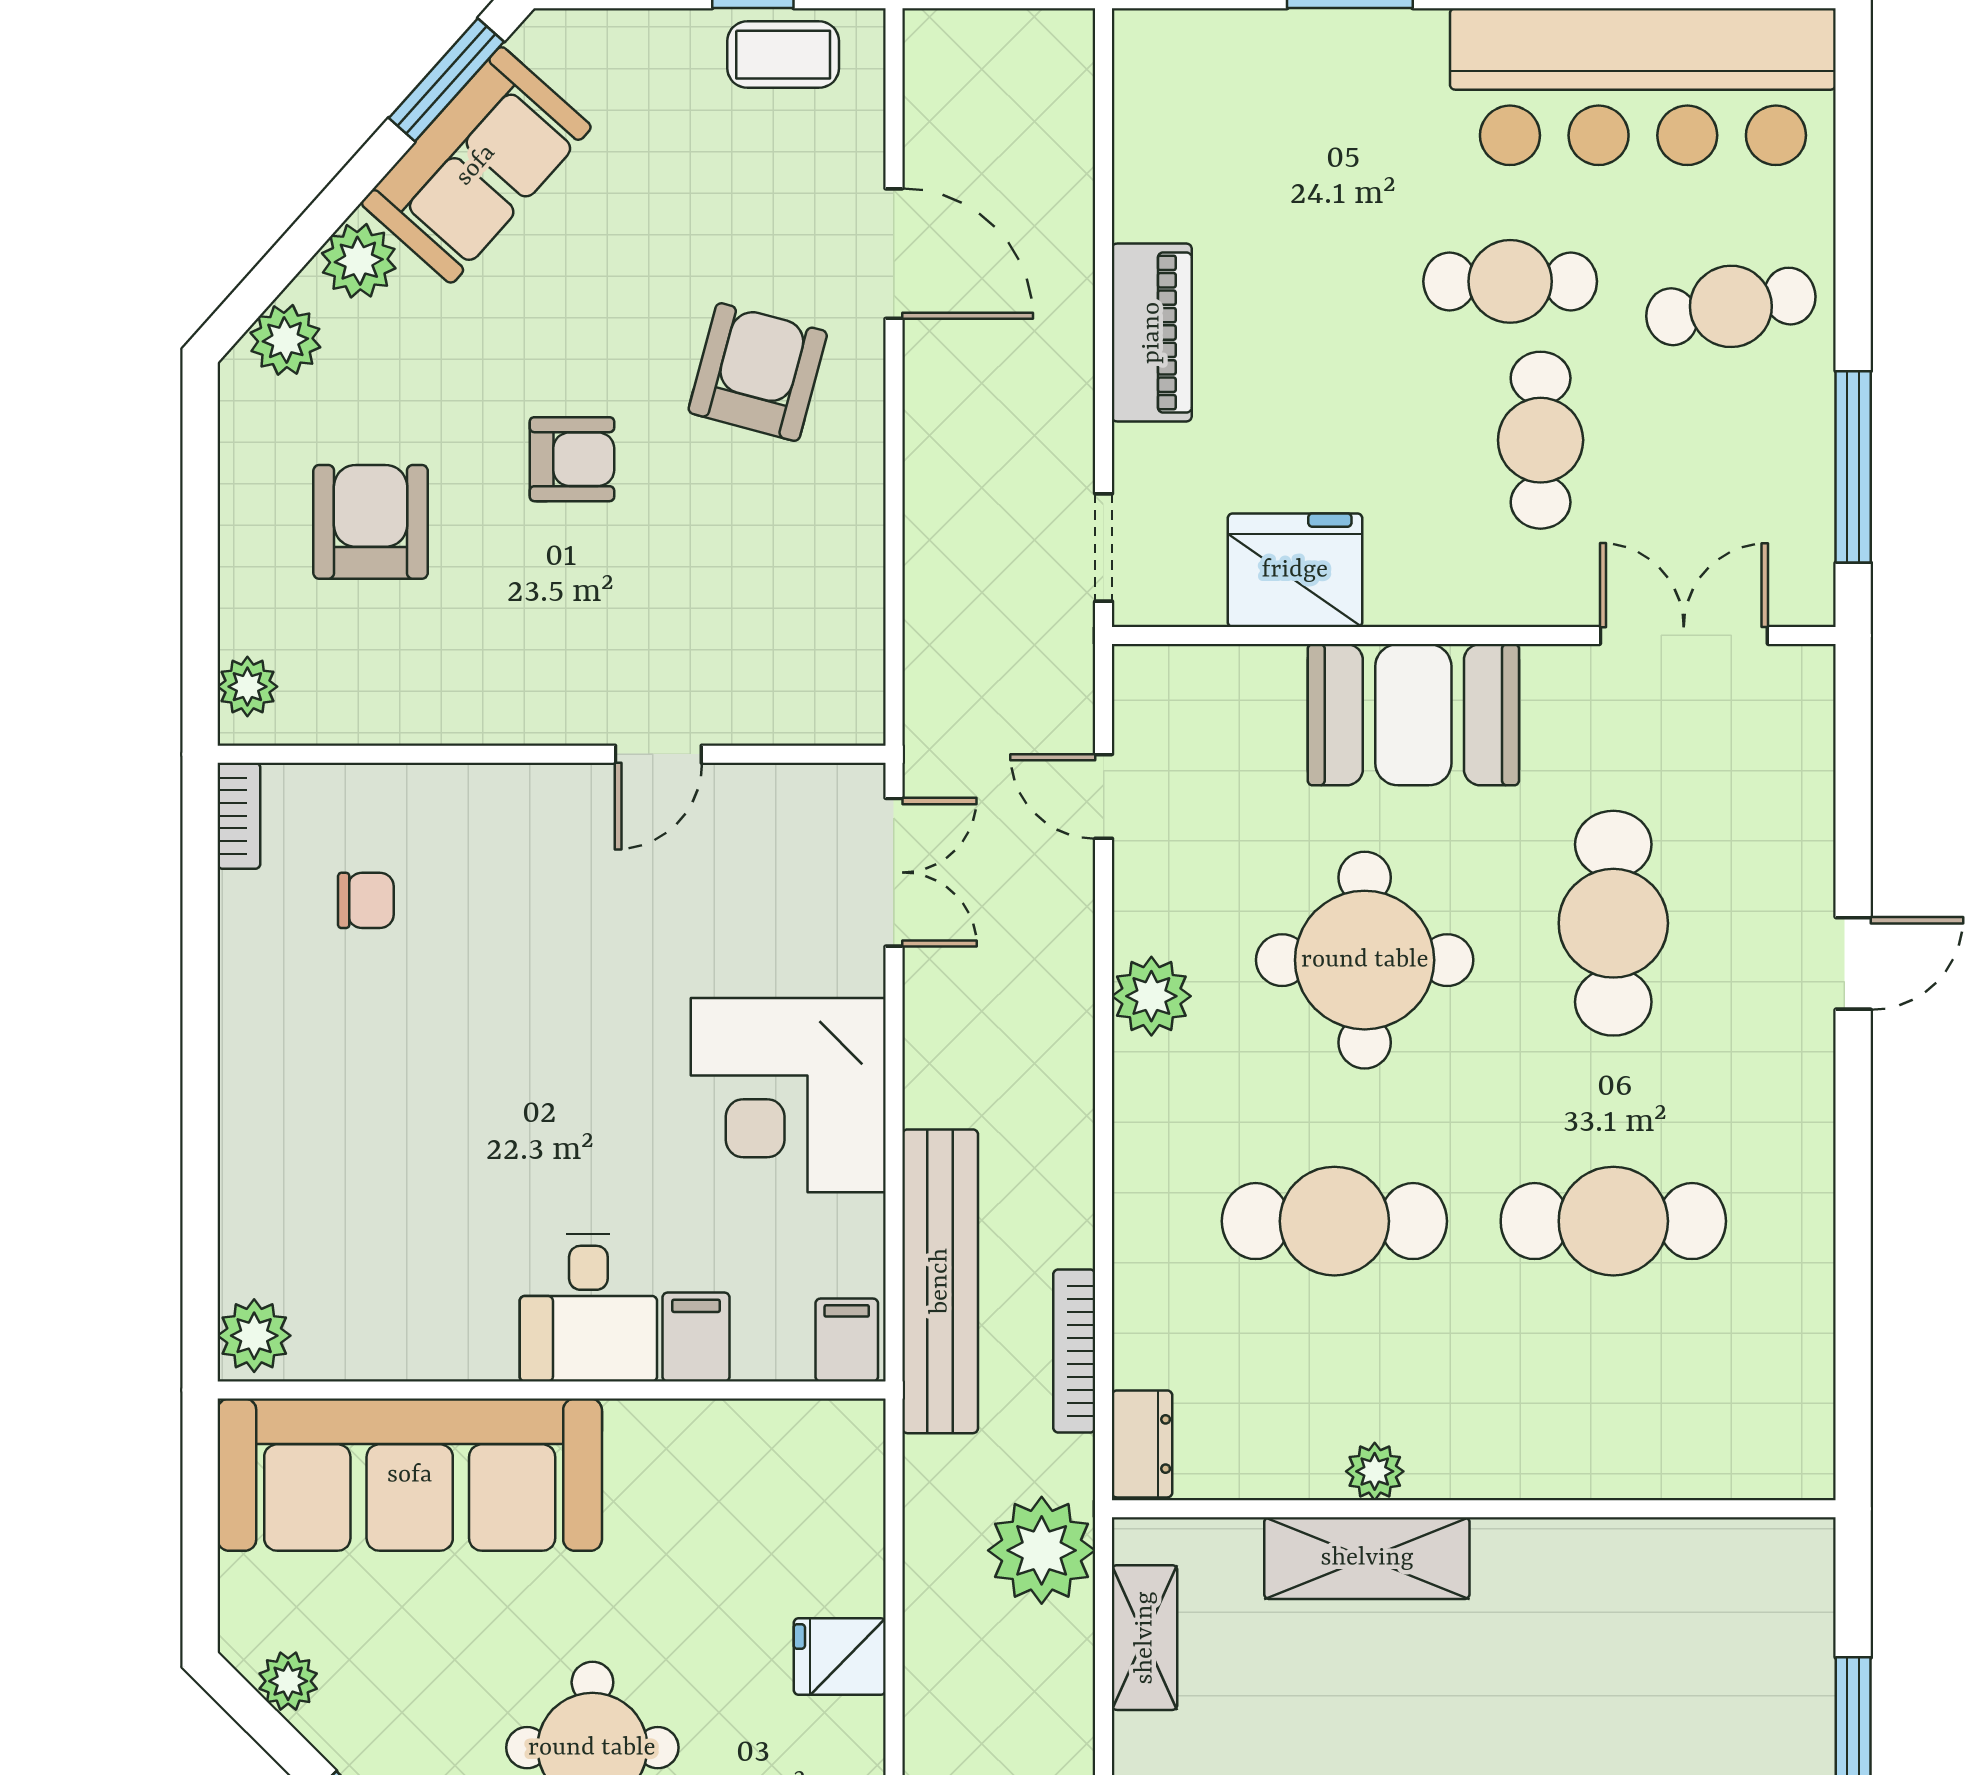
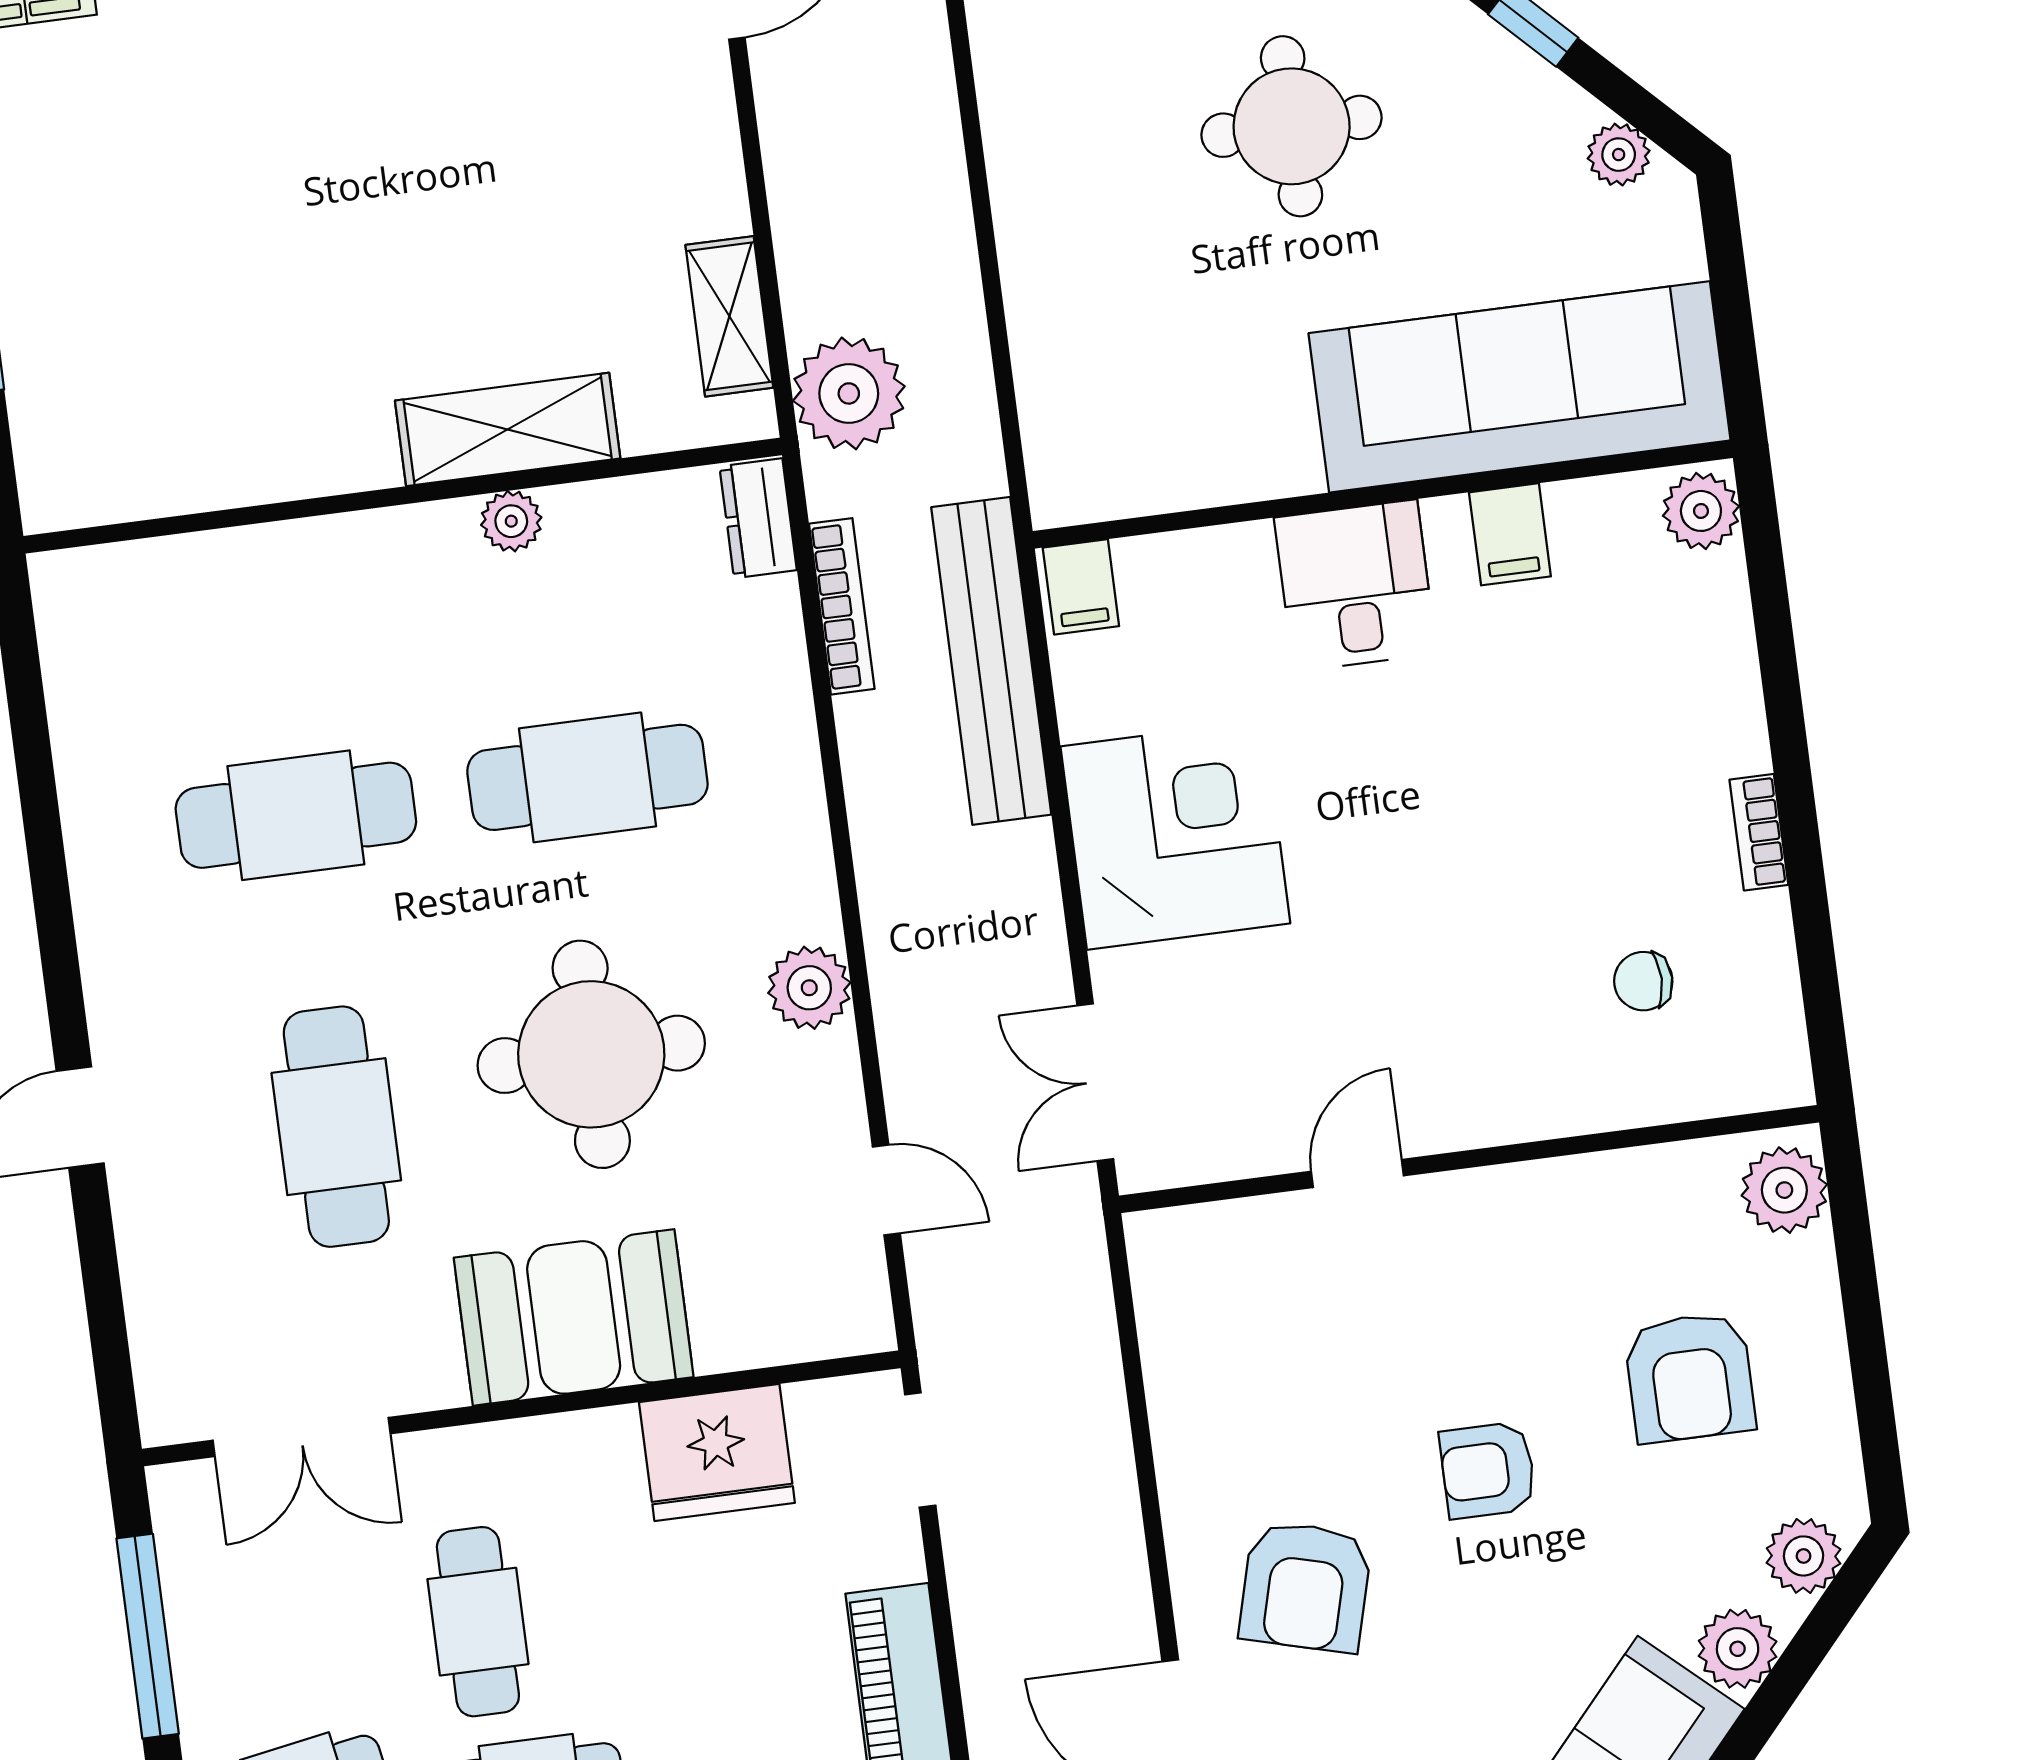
plant: (247, 687) -> (1784, 1190), width x1.38, depth x1.38
bookcase: (239, 816) -> (1759, 832), moved
filing cabinet: (696, 1337) -> (1510, 534), moved
fridge: (840, 1657) -> (1045, 255), removed

